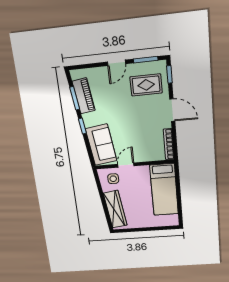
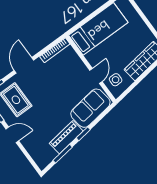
piano: (84, 96) -> (66, 137), moved
door: (126, 165) -> (96, 76), swing flipped

